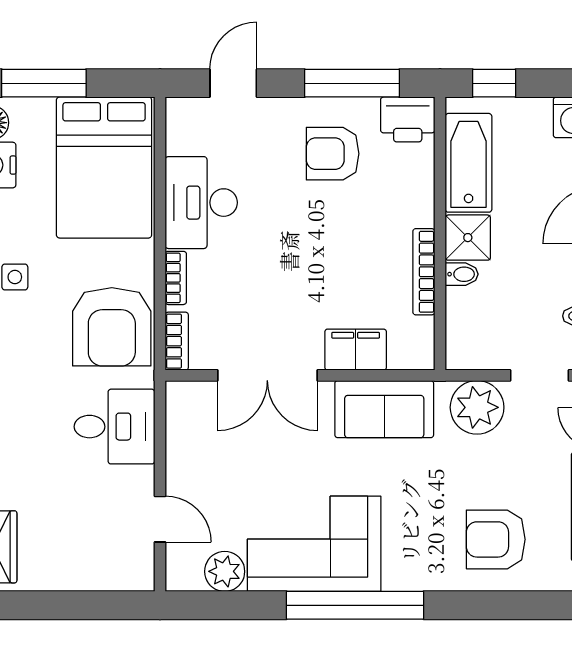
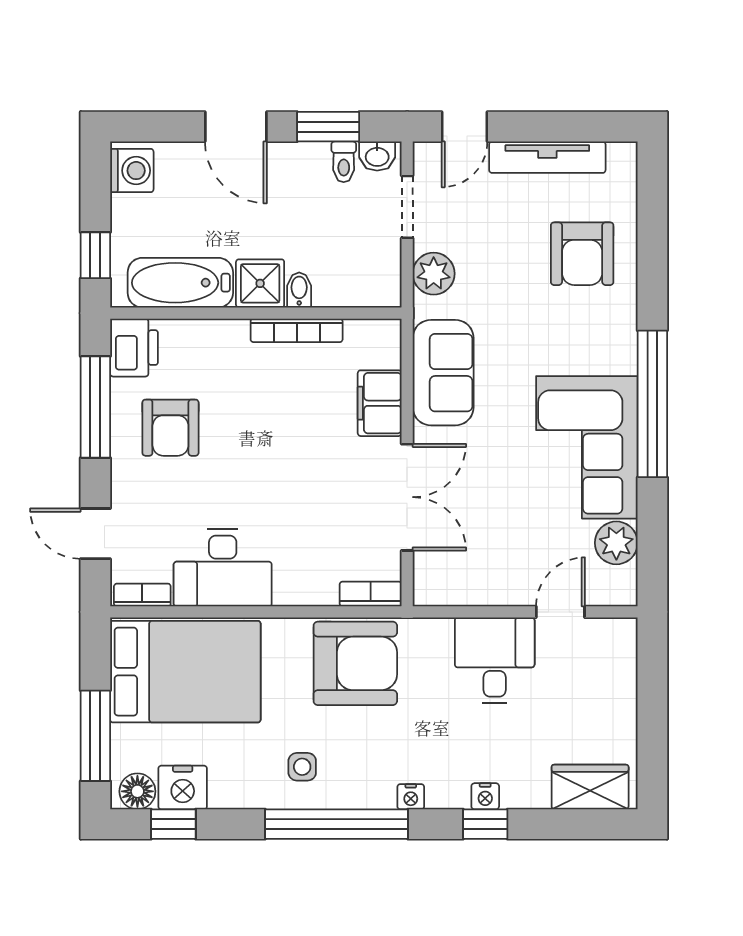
bookcase: (176, 278) -> (142, 595), moved
plant: (477, 407) -> (434, 274), width x0.73, depth x0.73
desk: (114, 427) -> (495, 660), moved

